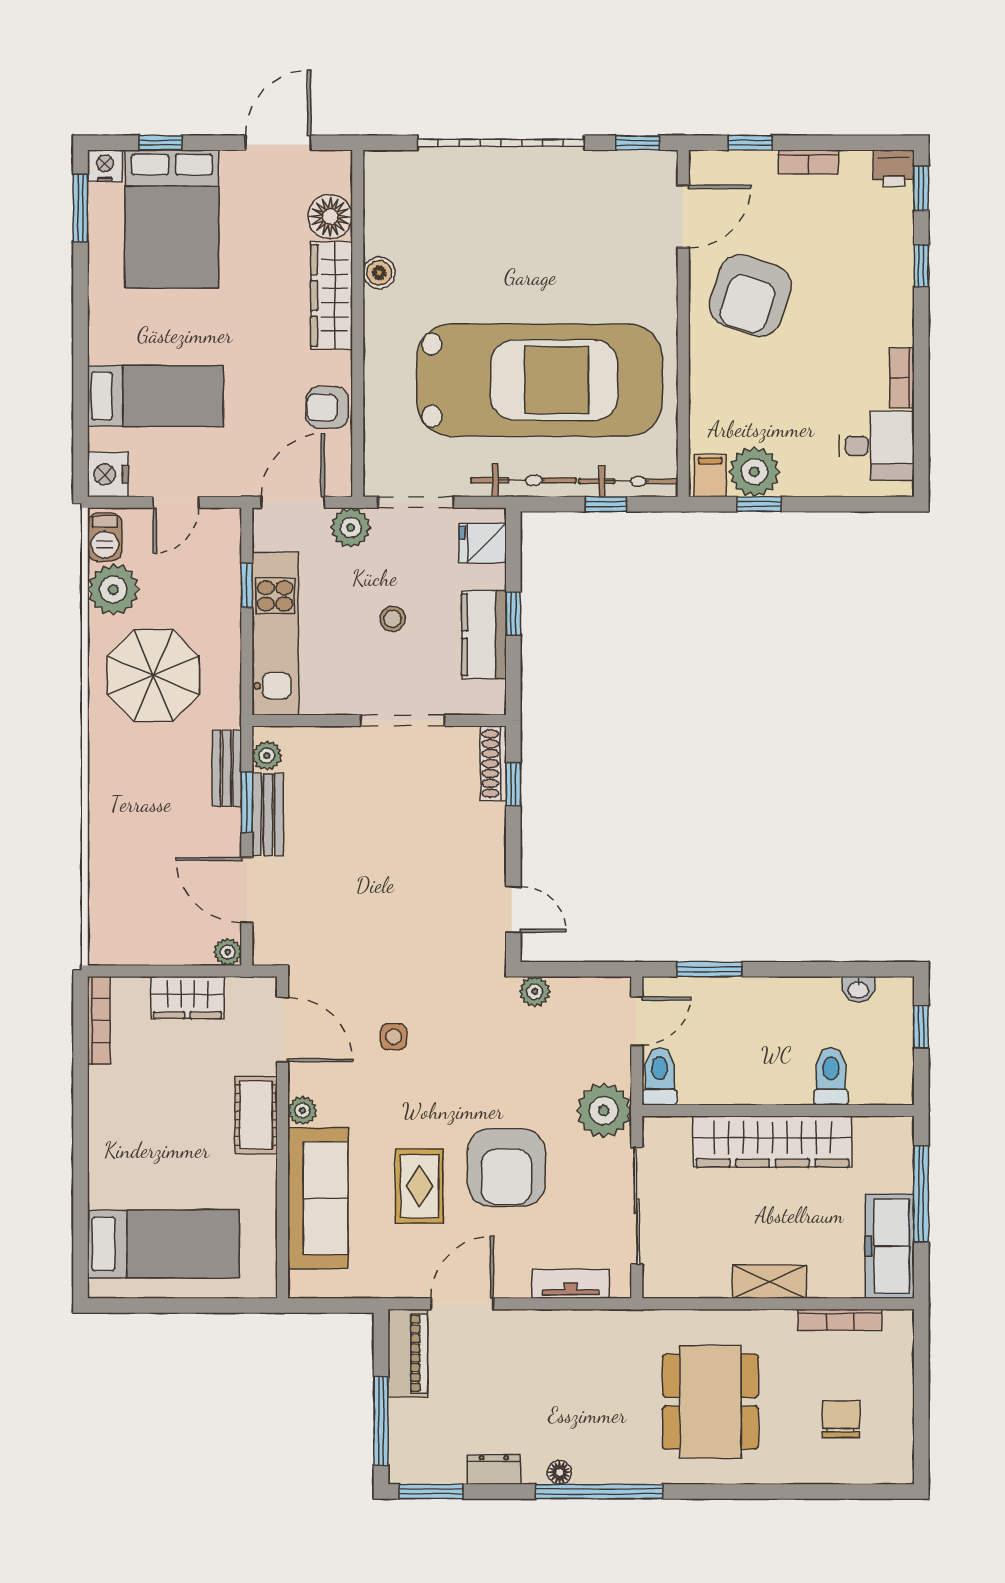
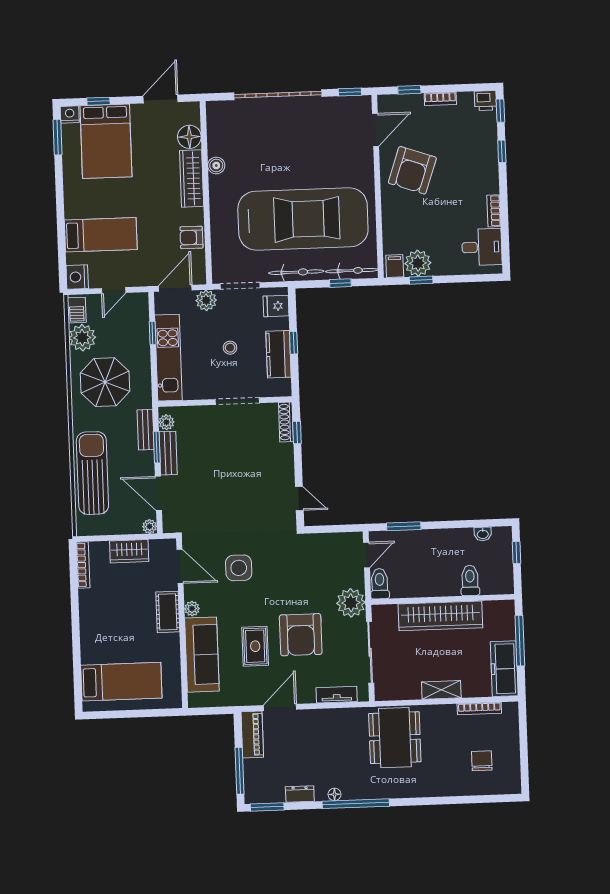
sun lounger: (123, 847) -> (92, 473), added
plant: (535, 992) -> (312, 541), removed
side table: (394, 1037) -> (239, 568), width x1.87, depth x1.87
dining table: (710, 1402) -> (395, 738), moved

